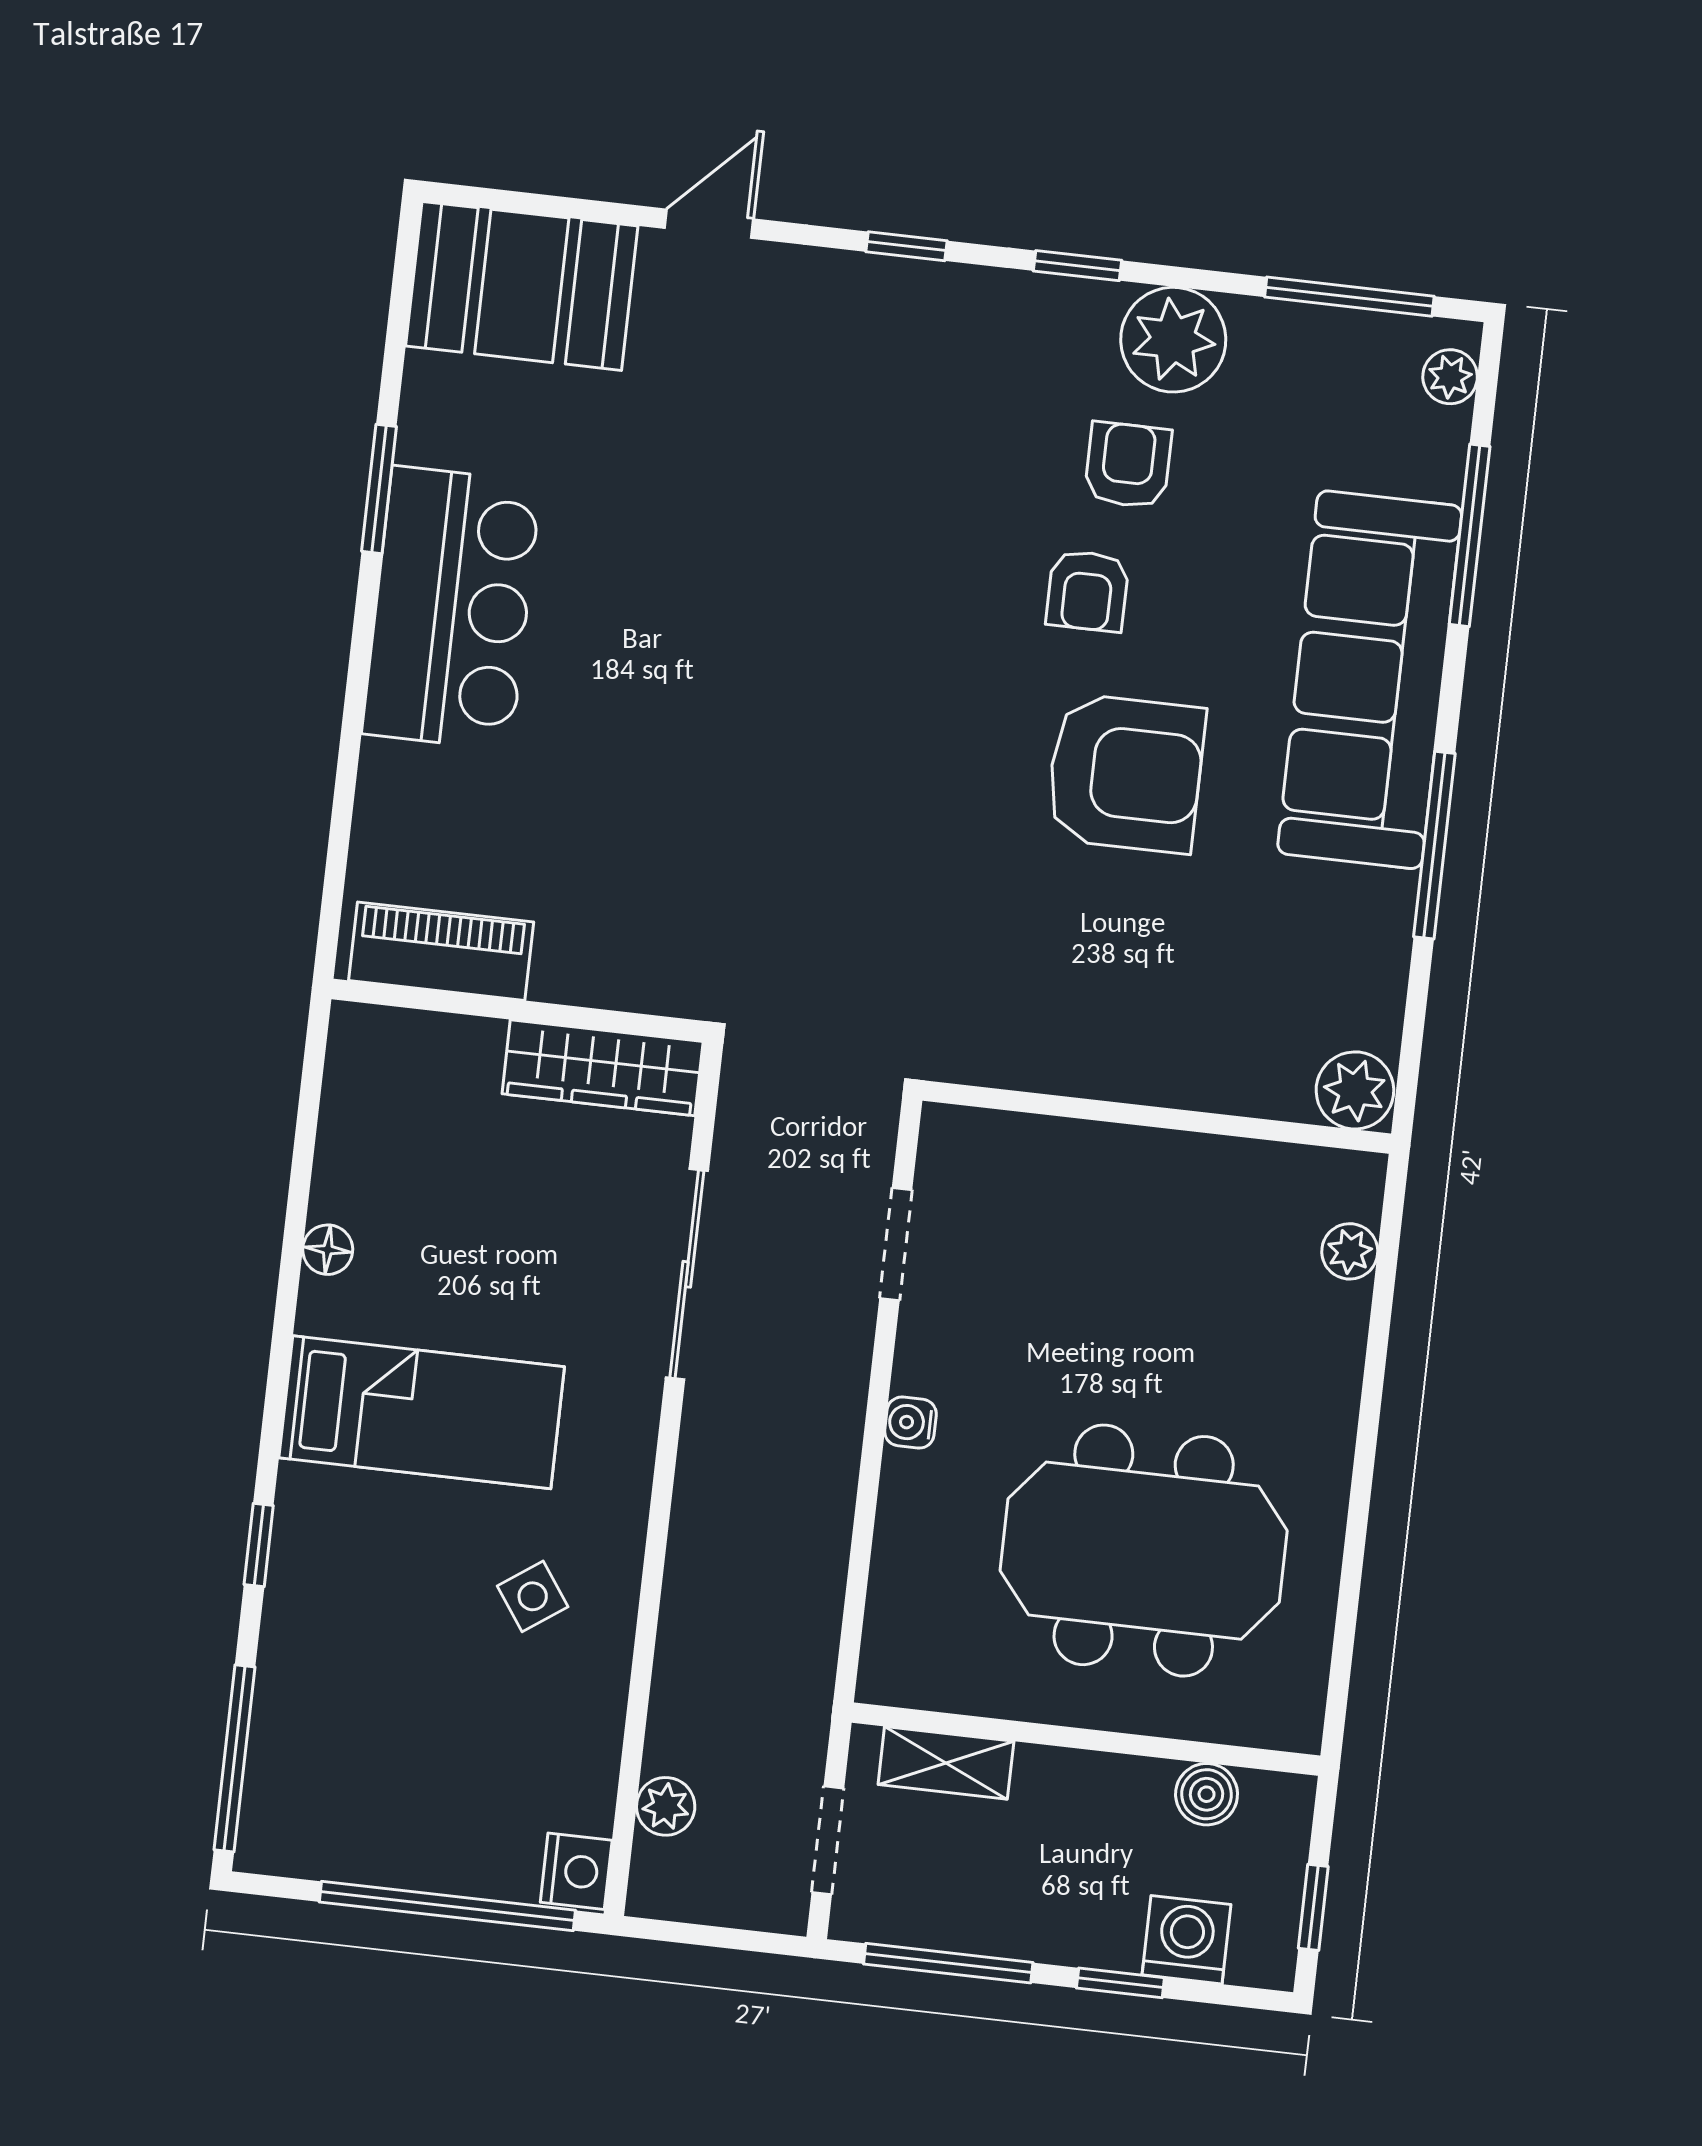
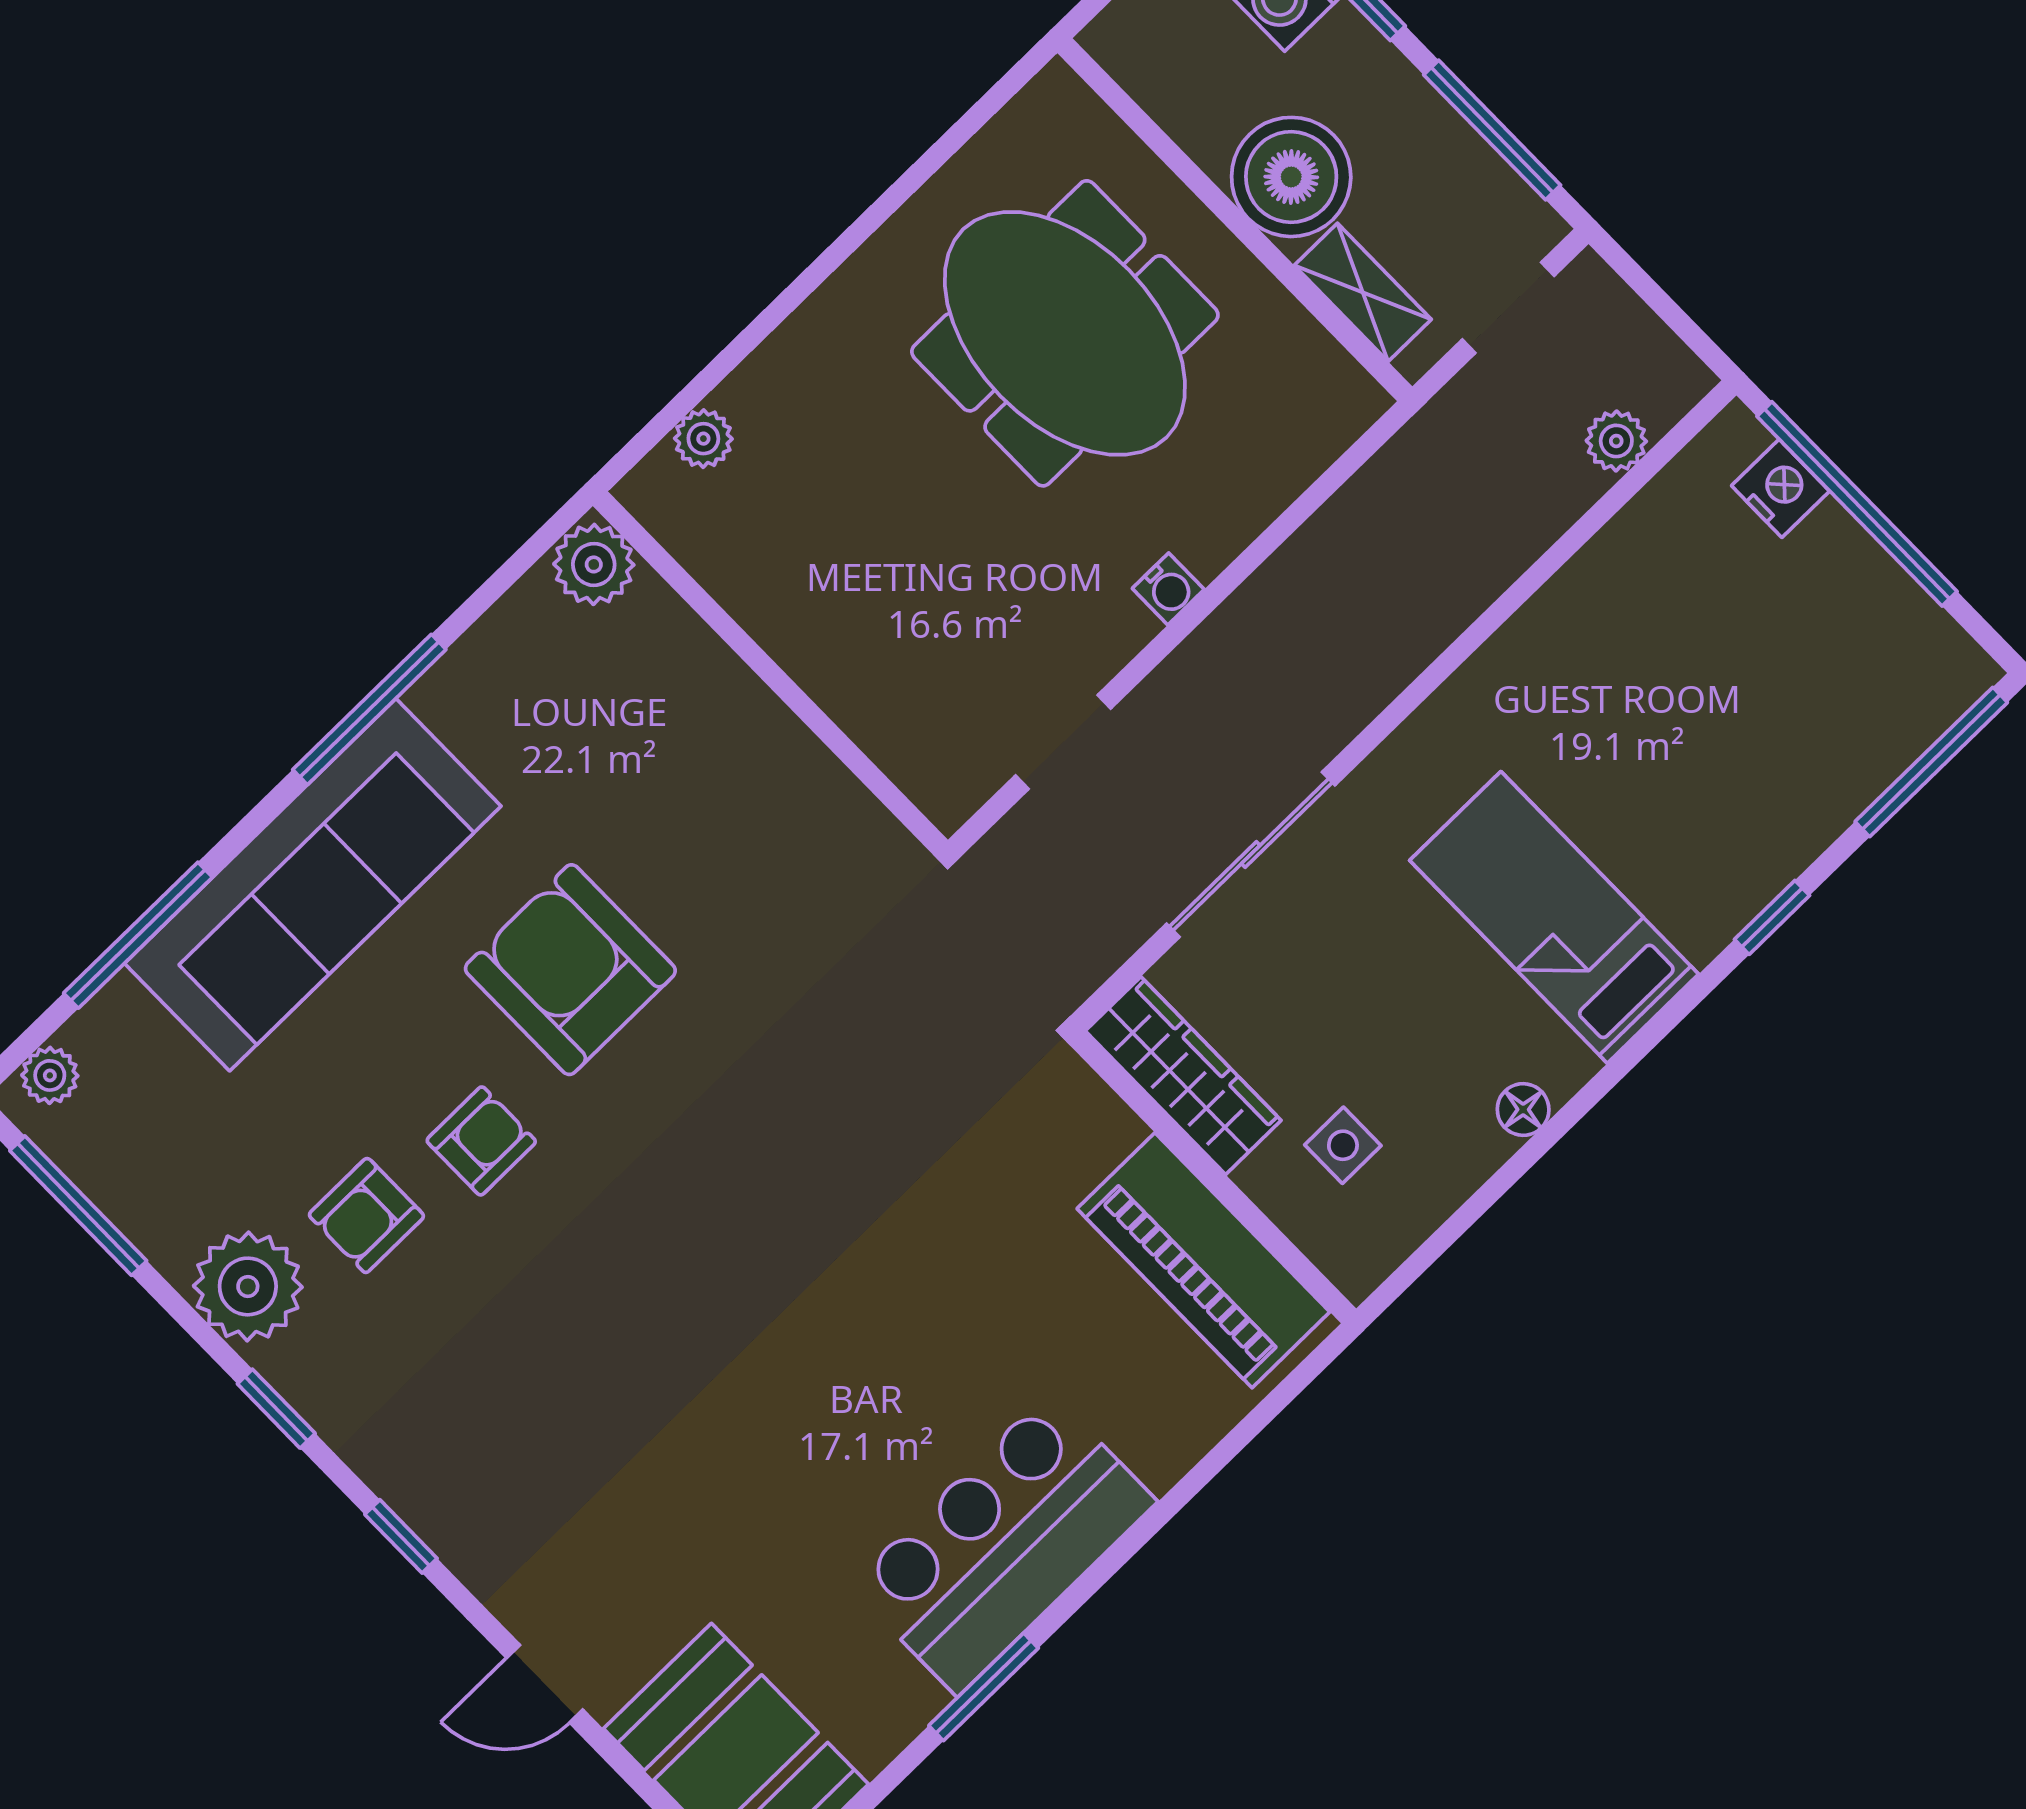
piano: (441, 951) -> (1203, 1260), width x1.37, depth x1.33
side table: (533, 1596) -> (1343, 1145), moved, turned 35
boiler: (1207, 1794) -> (1291, 177), moved, width x1.86, depth x1.86
nightstand: (576, 1871) -> (1781, 488), moved, turned 90

